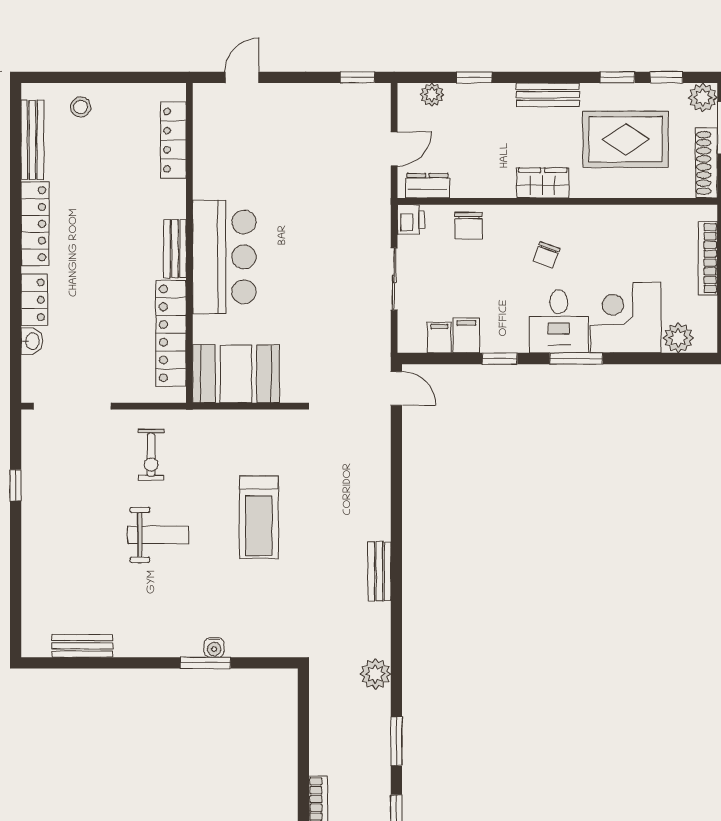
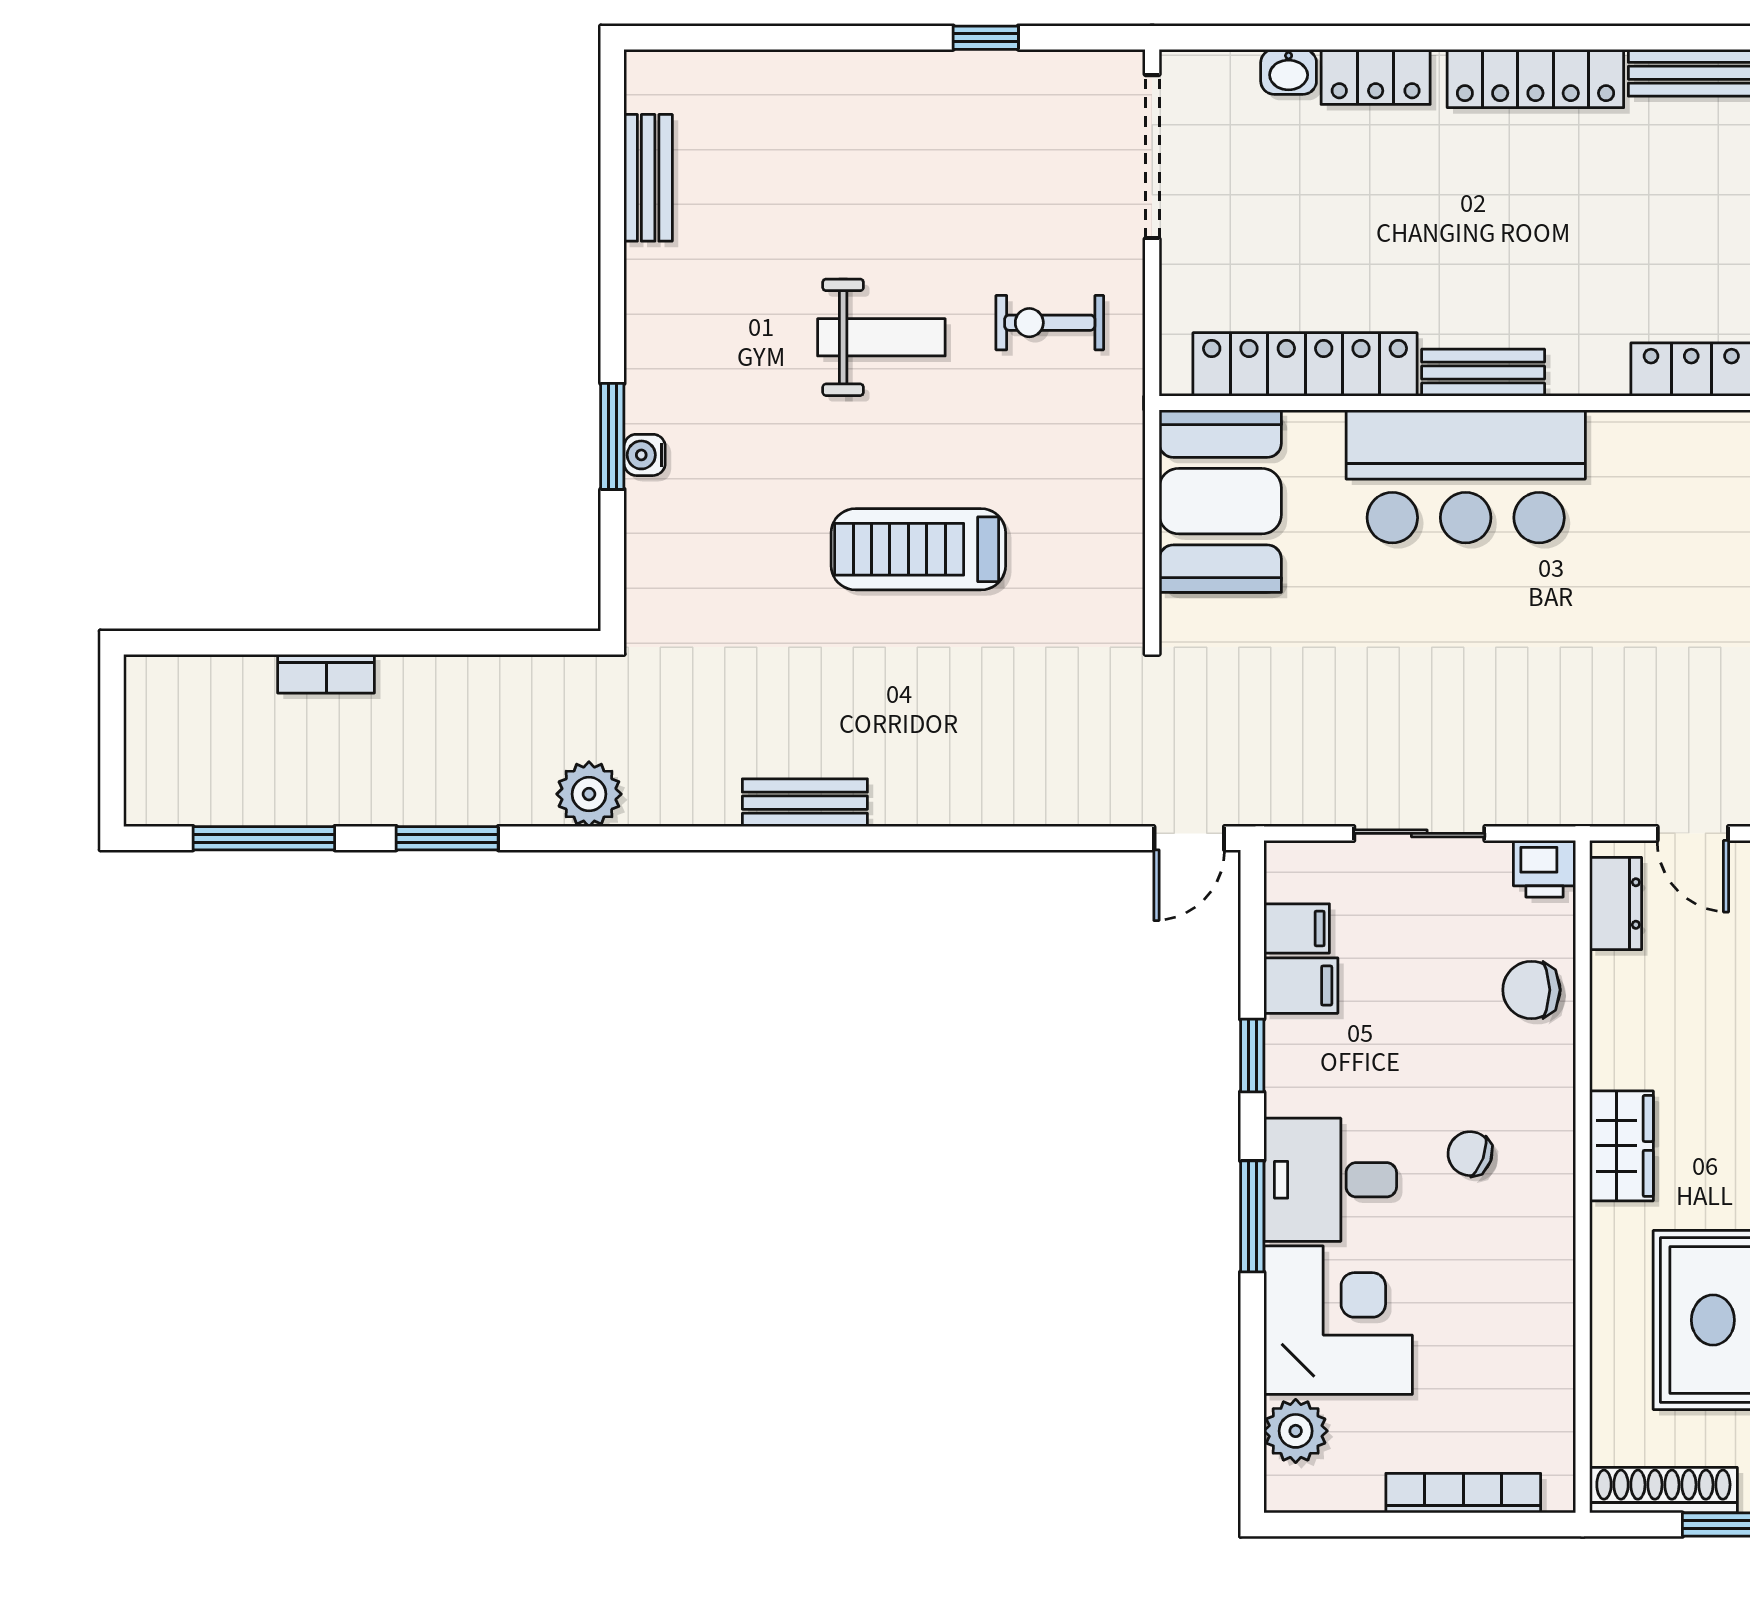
weight bench: (158, 535) -> (881, 337), turned -90

